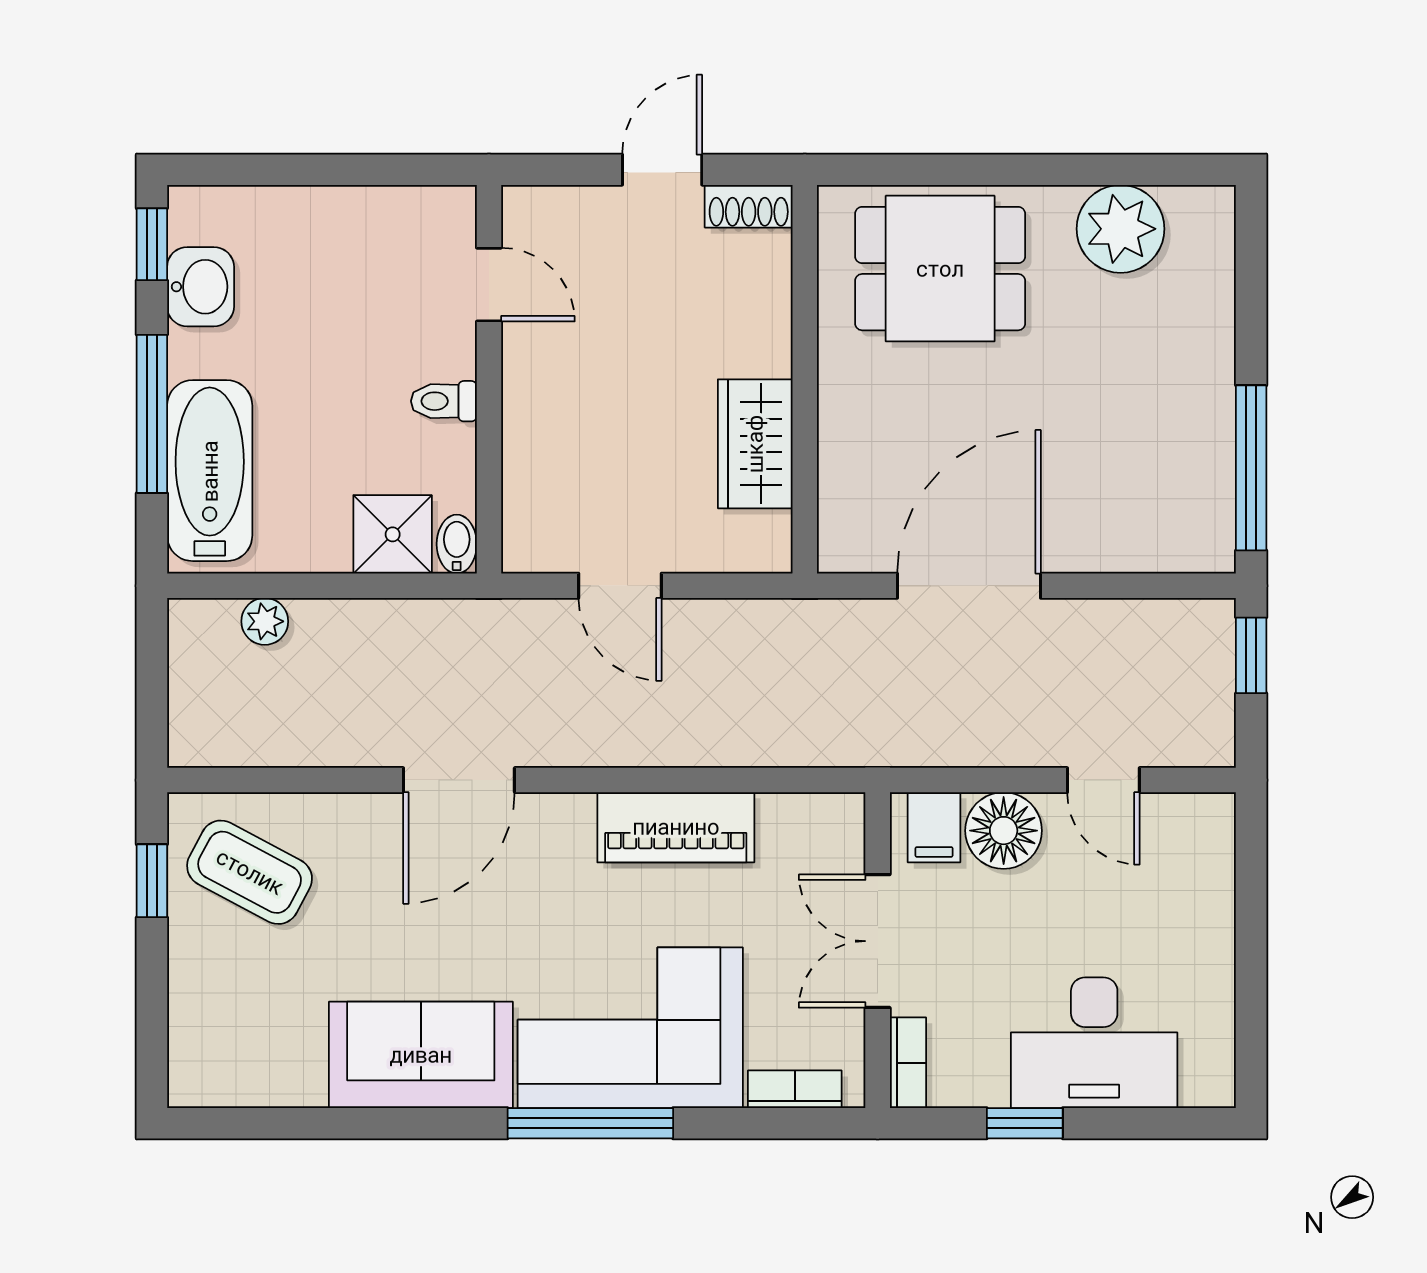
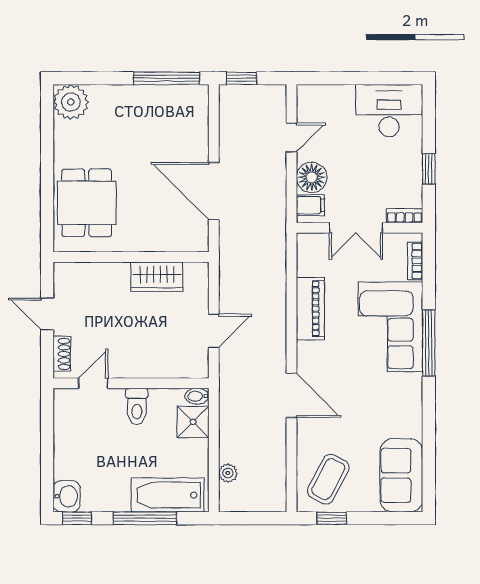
shoe rack: (749, 206) -> (62, 354), moved
plant: (1121, 229) -> (71, 102), moved
washbasin: (201, 287) -> (67, 496), moved, turned 90
toilet: (444, 401) -> (137, 406), width x1.37, depth x1.39
desk: (1094, 1043) -> (389, 111), moved, turned -90
sofa: (421, 1055) -> (401, 475), moved

